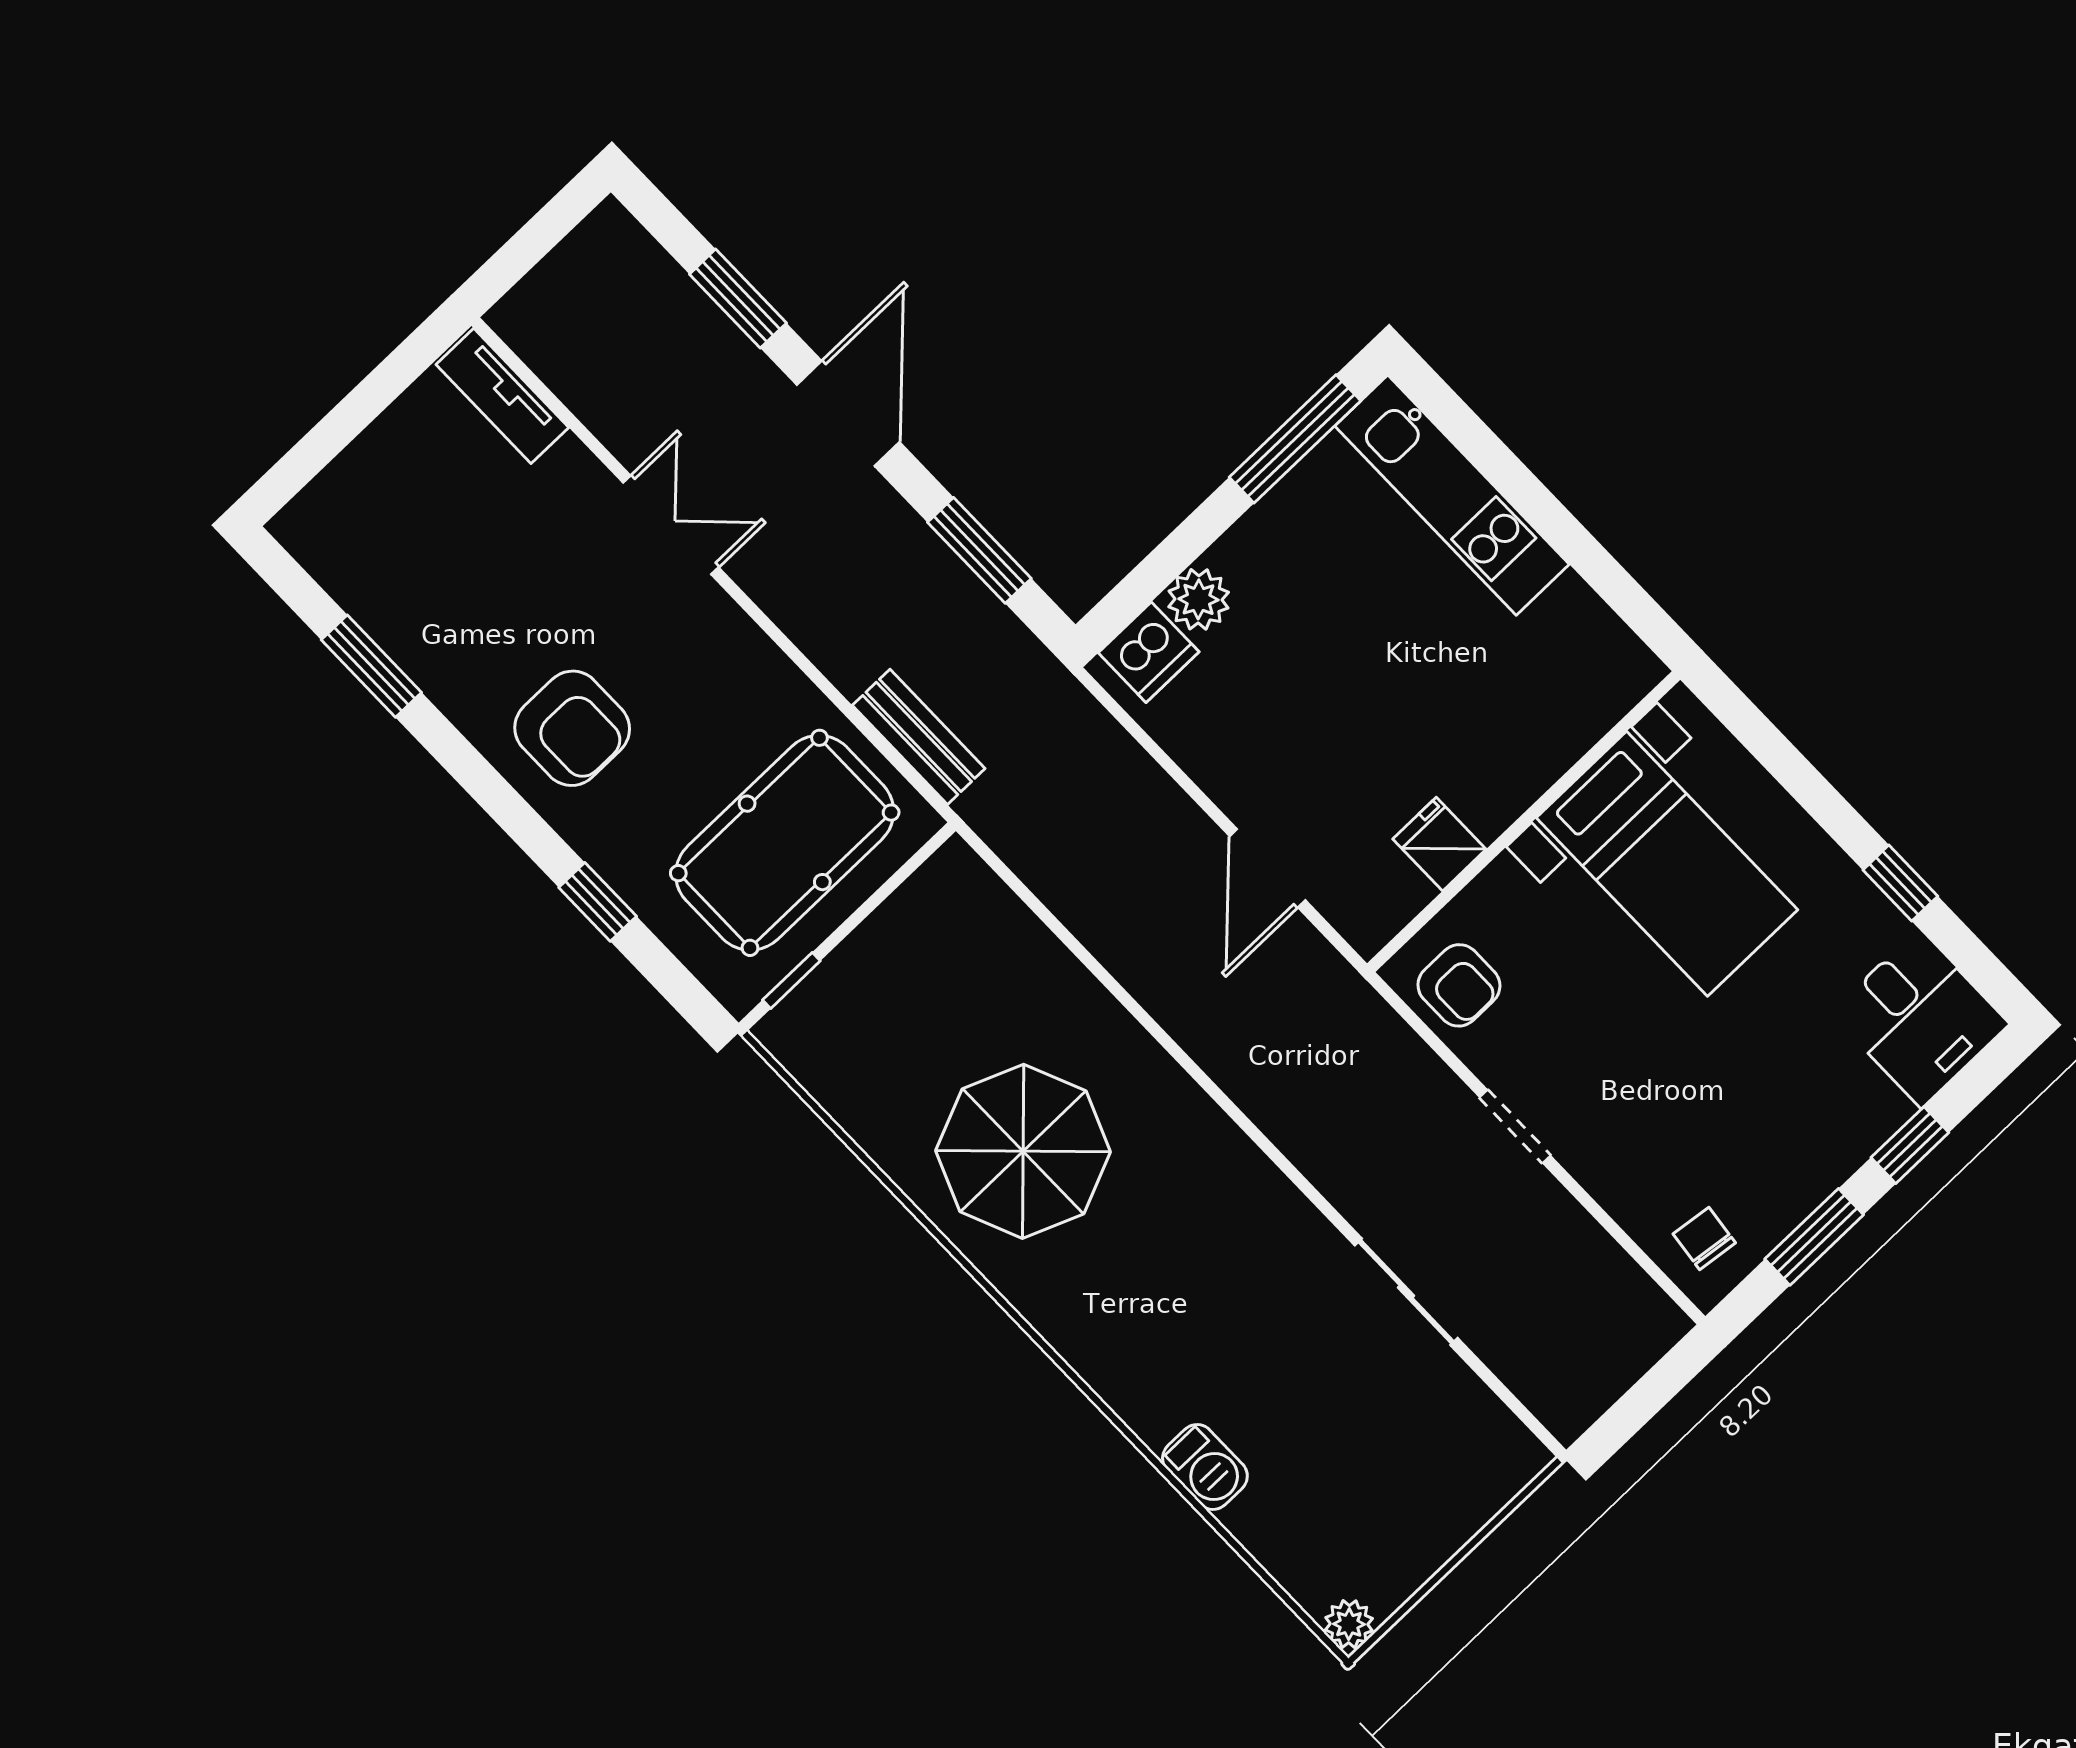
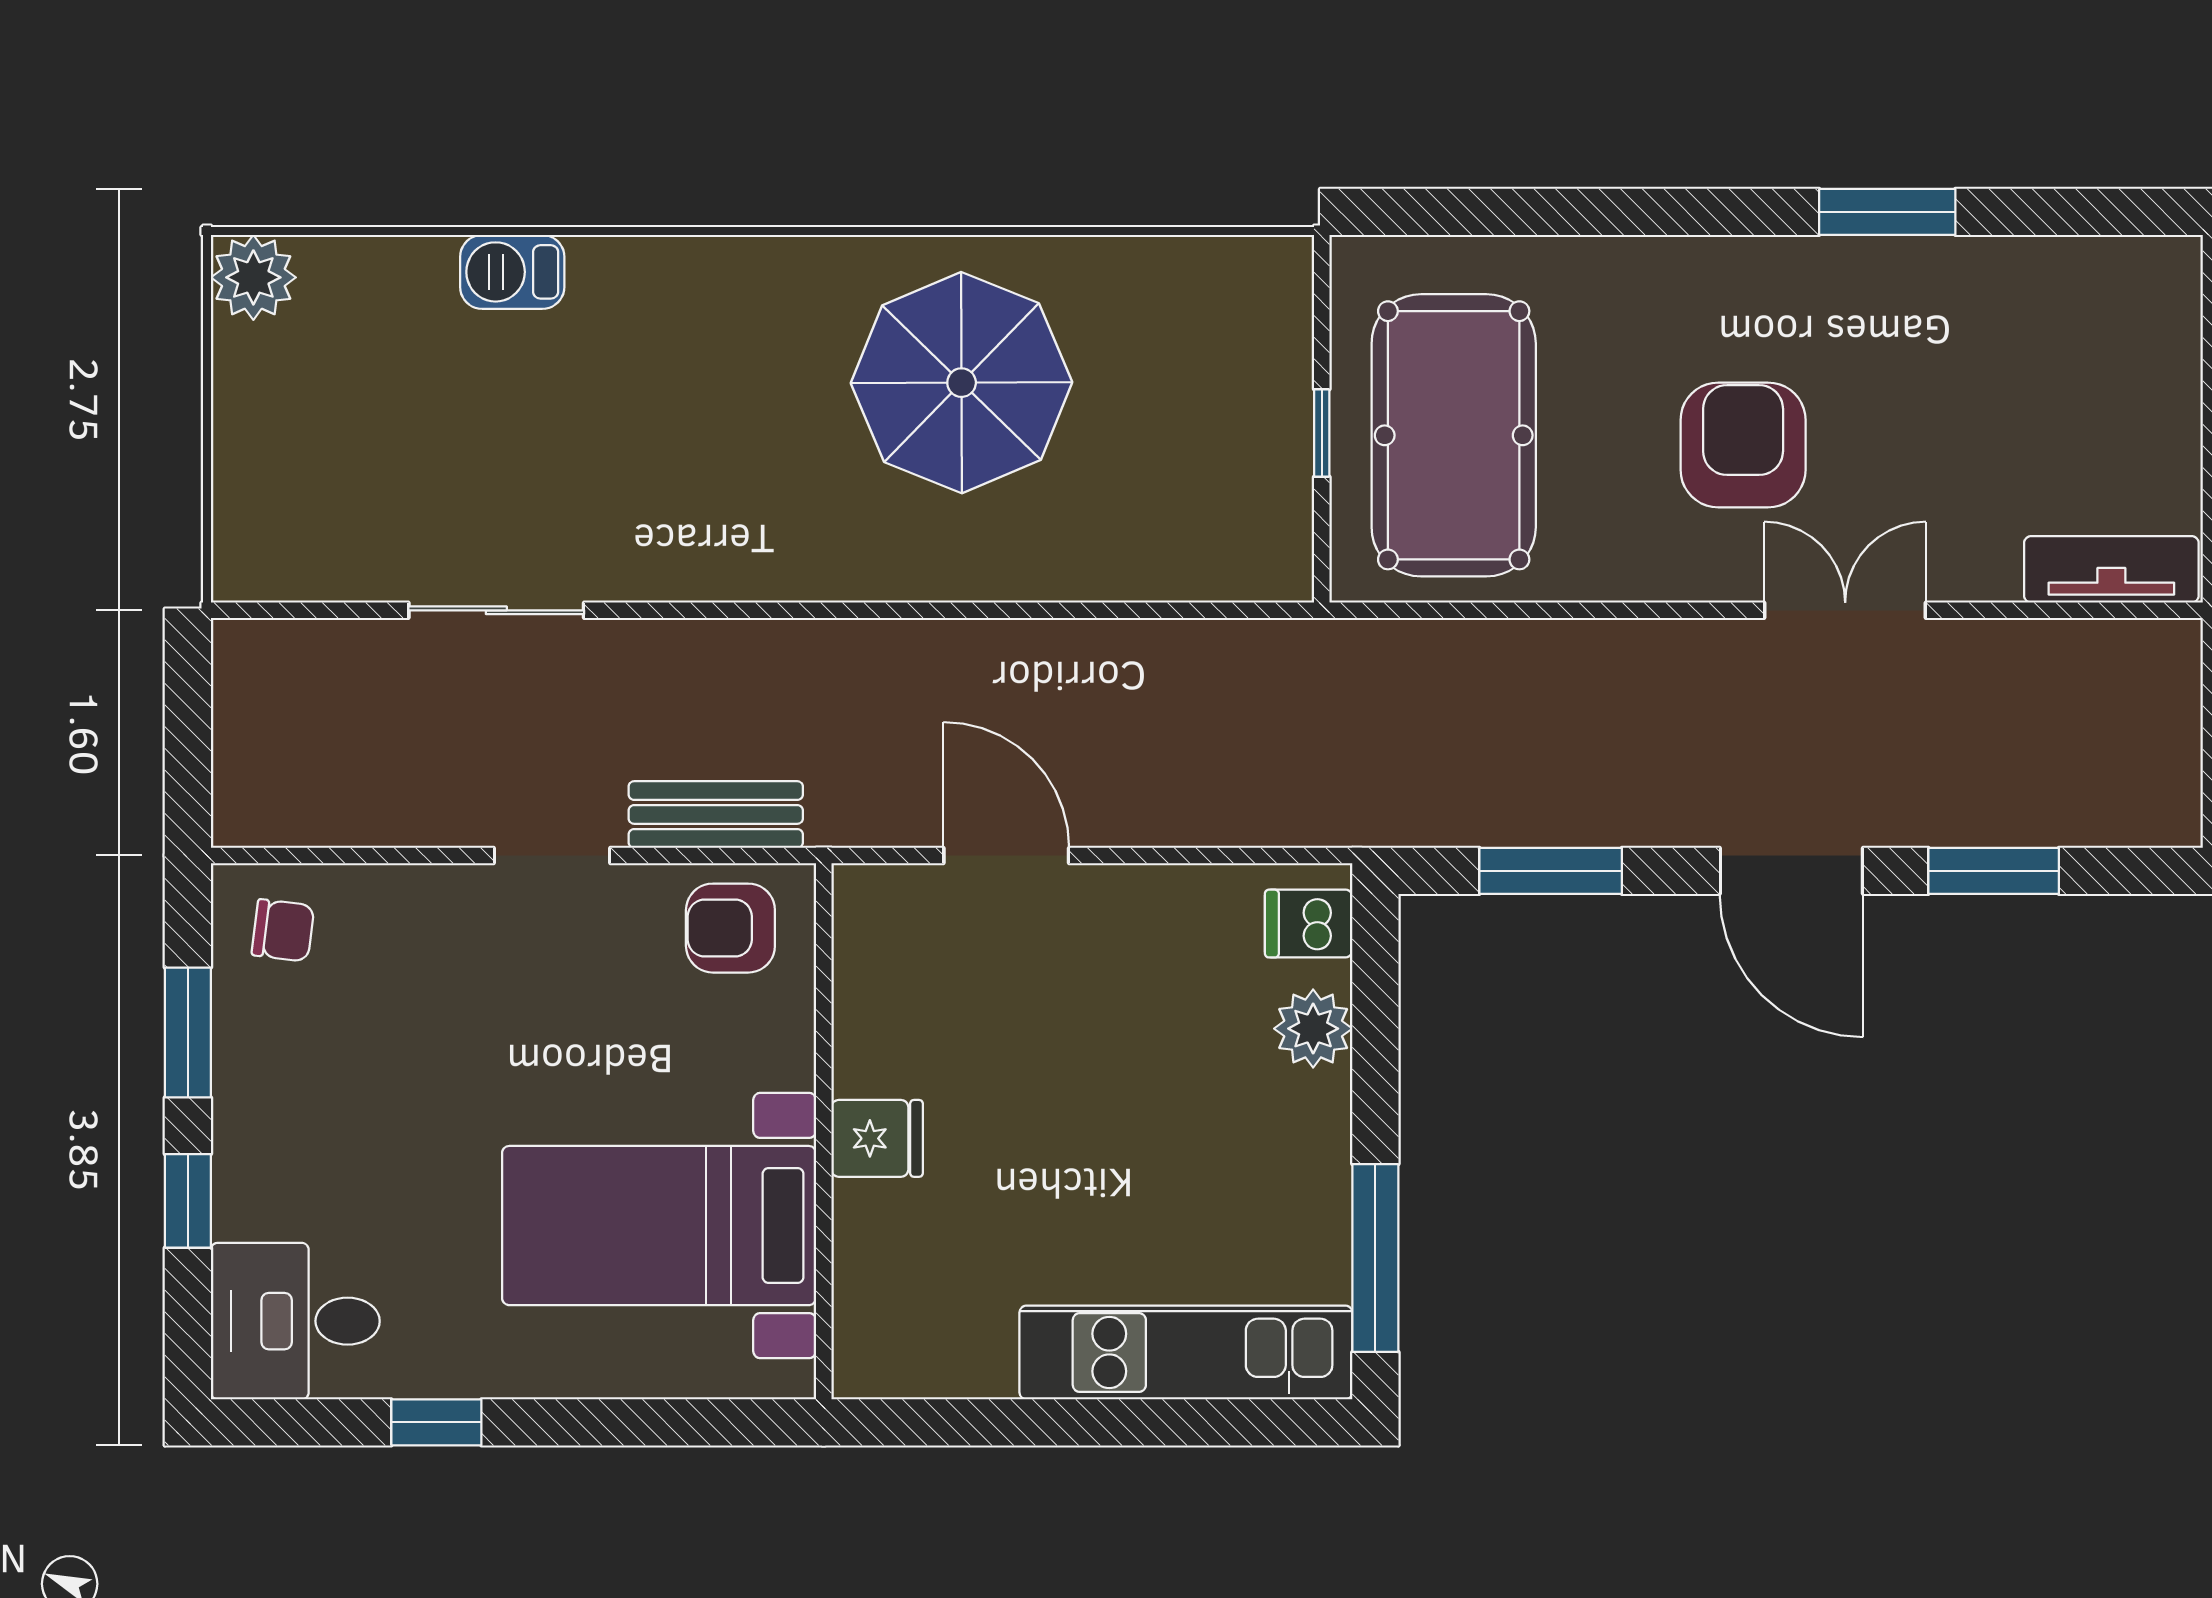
double door: (671, 525) -> (1845, 610), swing flipped
dishwasher: (1149, 652) -> (1309, 924), width x0.73
window: (371, 666) -> (1887, 212), moved
armchair: (572, 728) -> (1743, 445), moved, turned 90
bench: (919, 737) -> (716, 814), moved
fridge: (1439, 844) -> (877, 1138), moved
window: (598, 902) -> (1564, 212), removed
window: (791, 980) -> (1322, 433), moved
plant: (1349, 1624) -> (253, 277), width x1.38, depth x1.38

